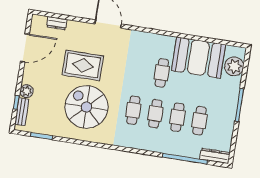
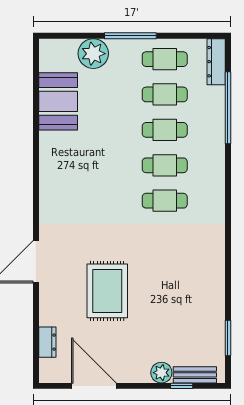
booth: (198, 58) -> (58, 101), width x0.73, depth x0.70
plant: (234, 66) -> (93, 54), moved
cafe table: (162, 73) -> (165, 59), moved
spiral stairs: (86, 107) -> (171, 275), removed

